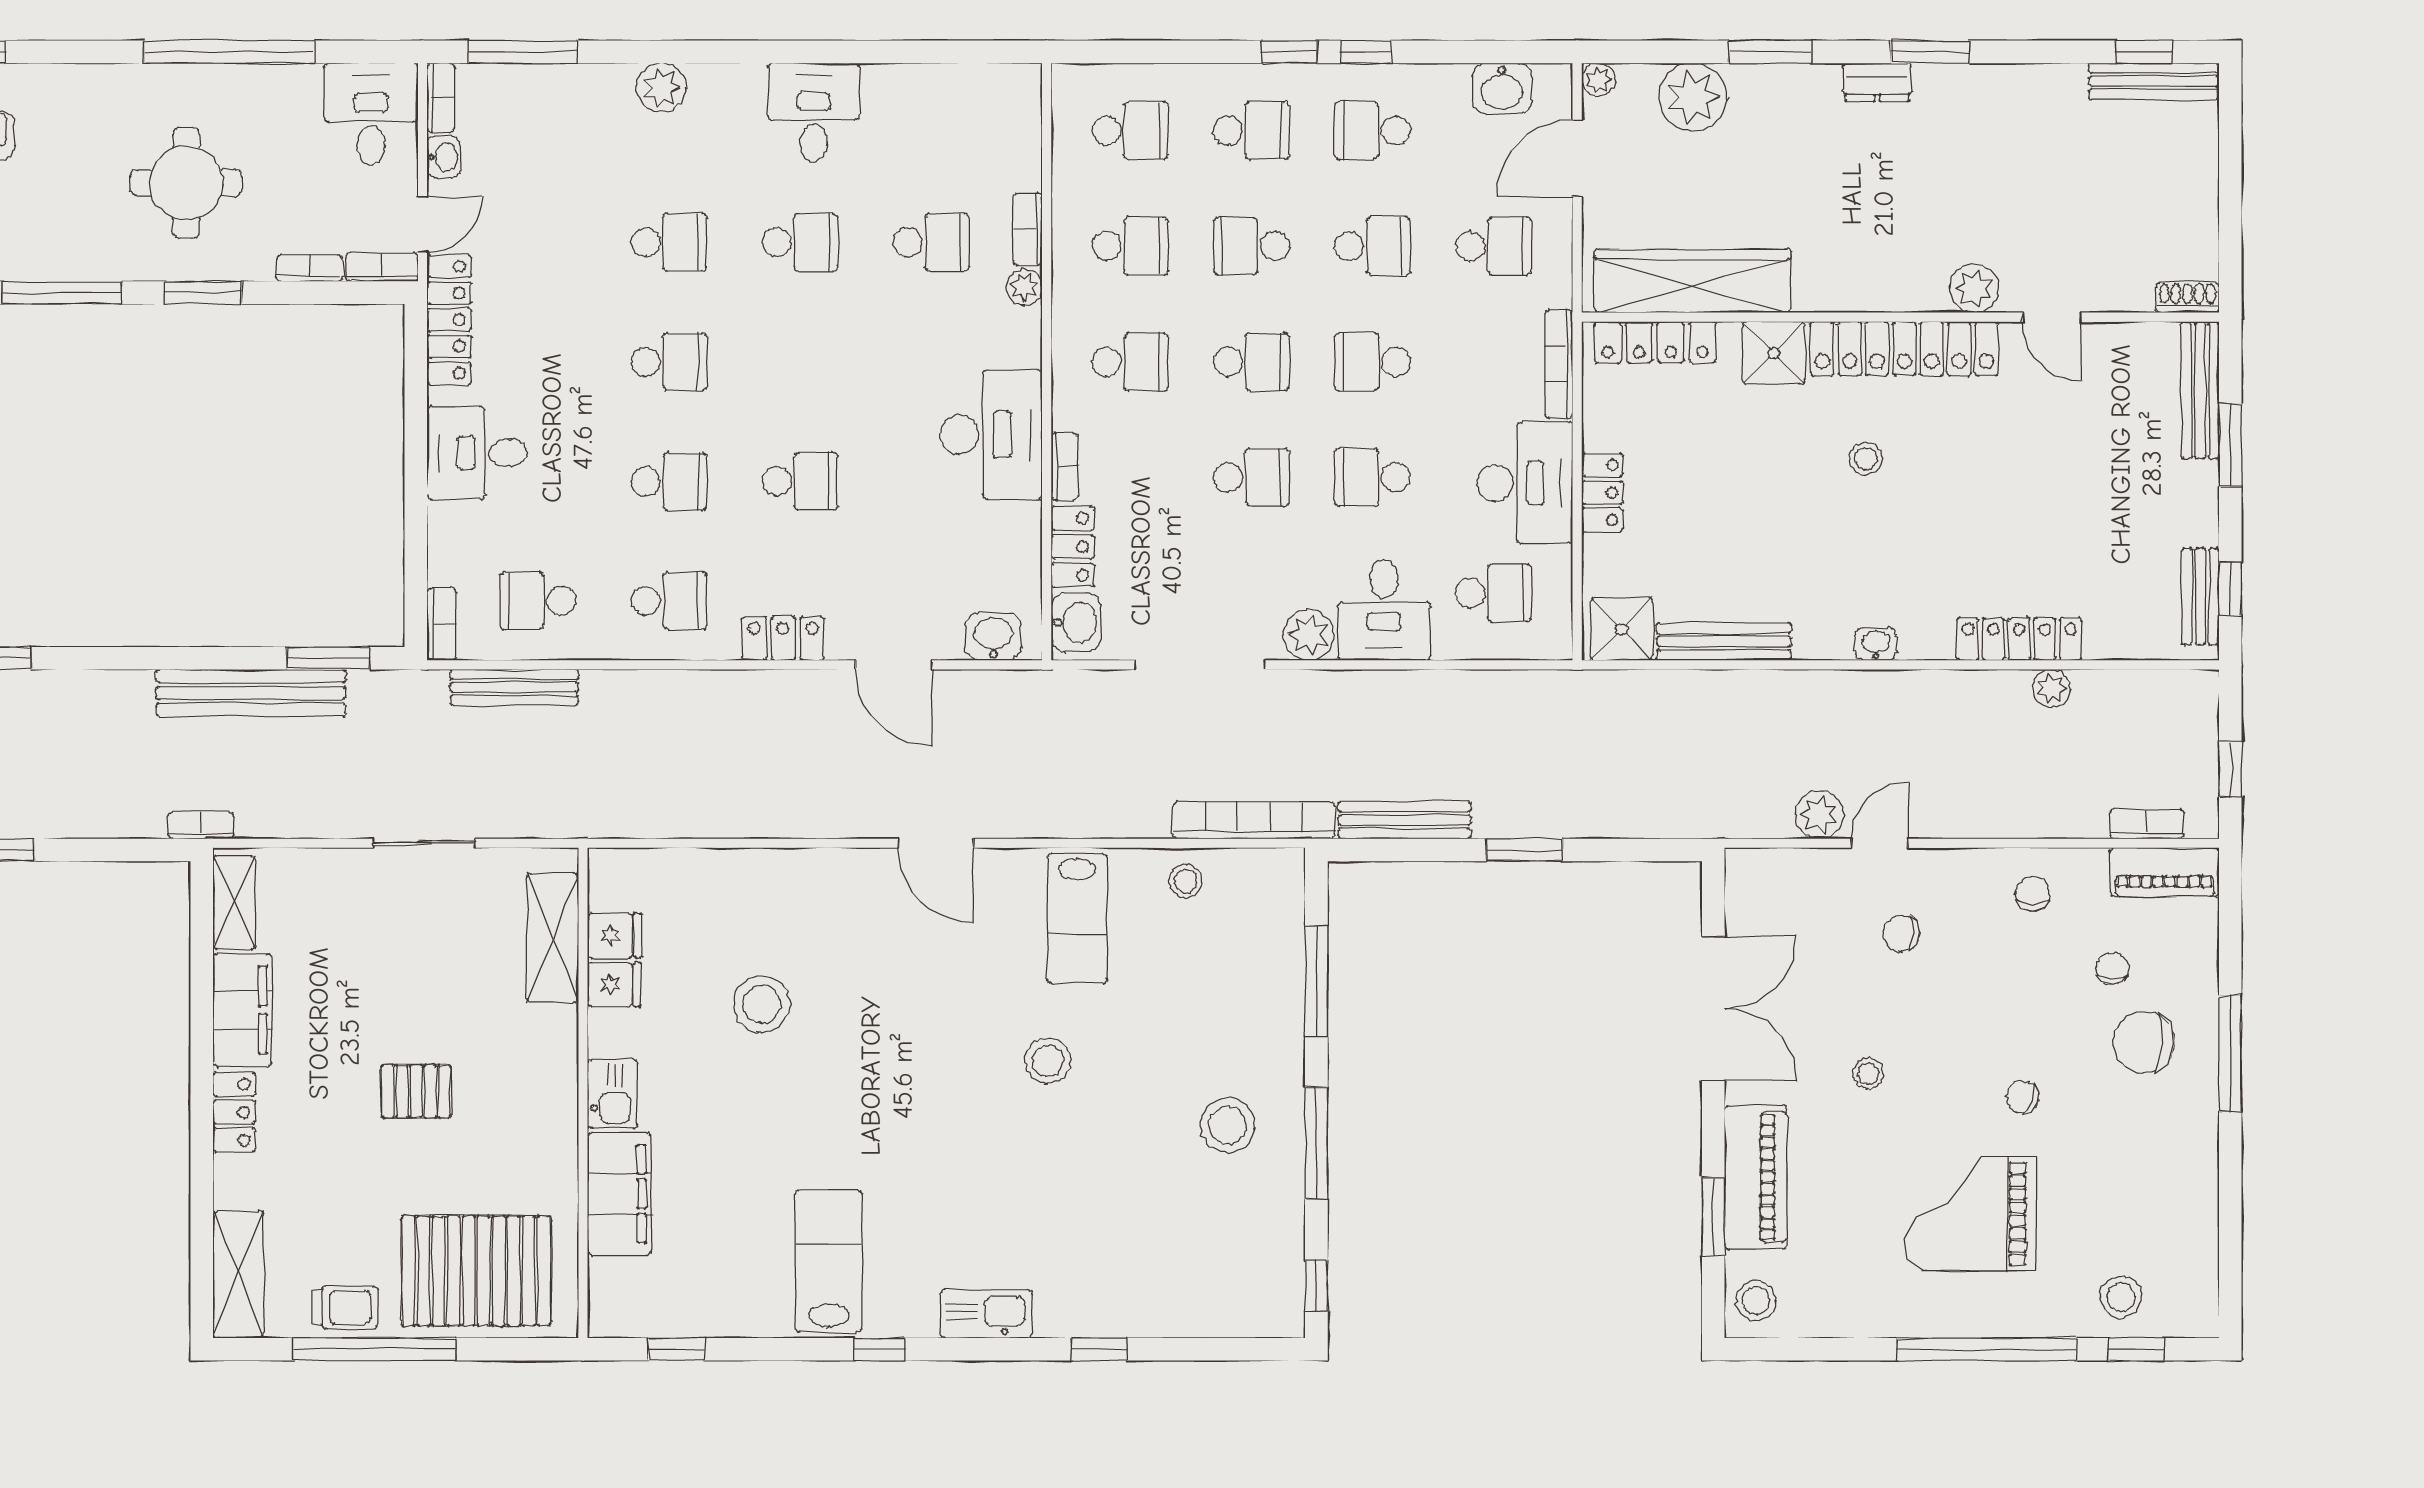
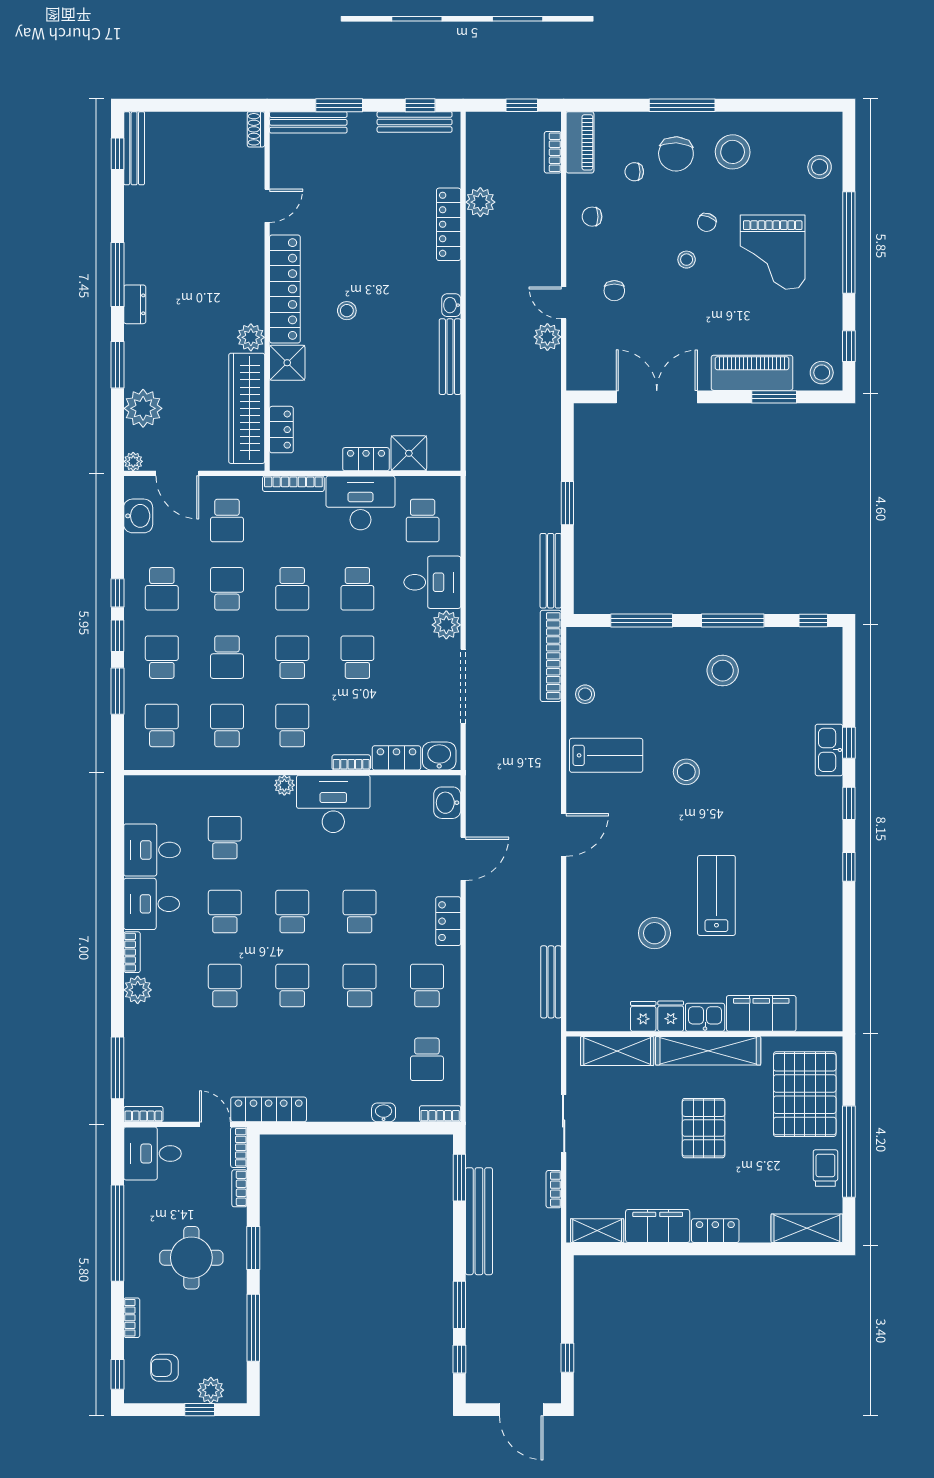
window: (1191, 52) -> (118, 691), added
window: (1930, 52) -> (118, 274), width x1.44
bookcase: (80, 77) -> (132, 1318), added
washbasin: (444, 157) -> (384, 1112), moved
bookcase: (1028, 229) -> (132, 952), moved, turned -90
school desk: (1494, 246) -> (227, 521), turned 180
plant: (1024, 287) -> (284, 785), moved
plant: (1974, 288) -> (251, 337), moved
locker: (1655, 342) -> (281, 430), width x0.66
school desk: (800, 362) -> (292, 912), added
desk: (477, 453) -> (152, 850), moved, turned 90
school desk: (1494, 593) -> (423, 521), turned 180
bench: (2201, 596) -> (415, 122), width x1.36
shower: (1622, 629) -> (409, 453), moved
bench: (1724, 642) -> (450, 357), moved
window: (102, 658) -> (459, 1305), added
bench: (514, 687) -> (551, 982), moved
plant: (2051, 688) -> (480, 202), width x1.38, depth x1.38
bookcase: (201, 825) -> (554, 1189), moved
fridge: (615, 936) -> (671, 1016), moved
stool: (1868, 1074) -> (687, 260), moved
pallet: (416, 1091) -> (704, 1128), width x1.50, depth x1.42
shelving: (553, 1099) -> (708, 1051), added
stool: (2147, 1143) -> (733, 152), added
lab bench: (829, 1261) -> (716, 895), moved, turned 90
kitchen sink: (986, 1314) -> (829, 750), moved
window: (676, 1349) -> (849, 803), moved
window: (2136, 1349) -> (849, 346), moved

